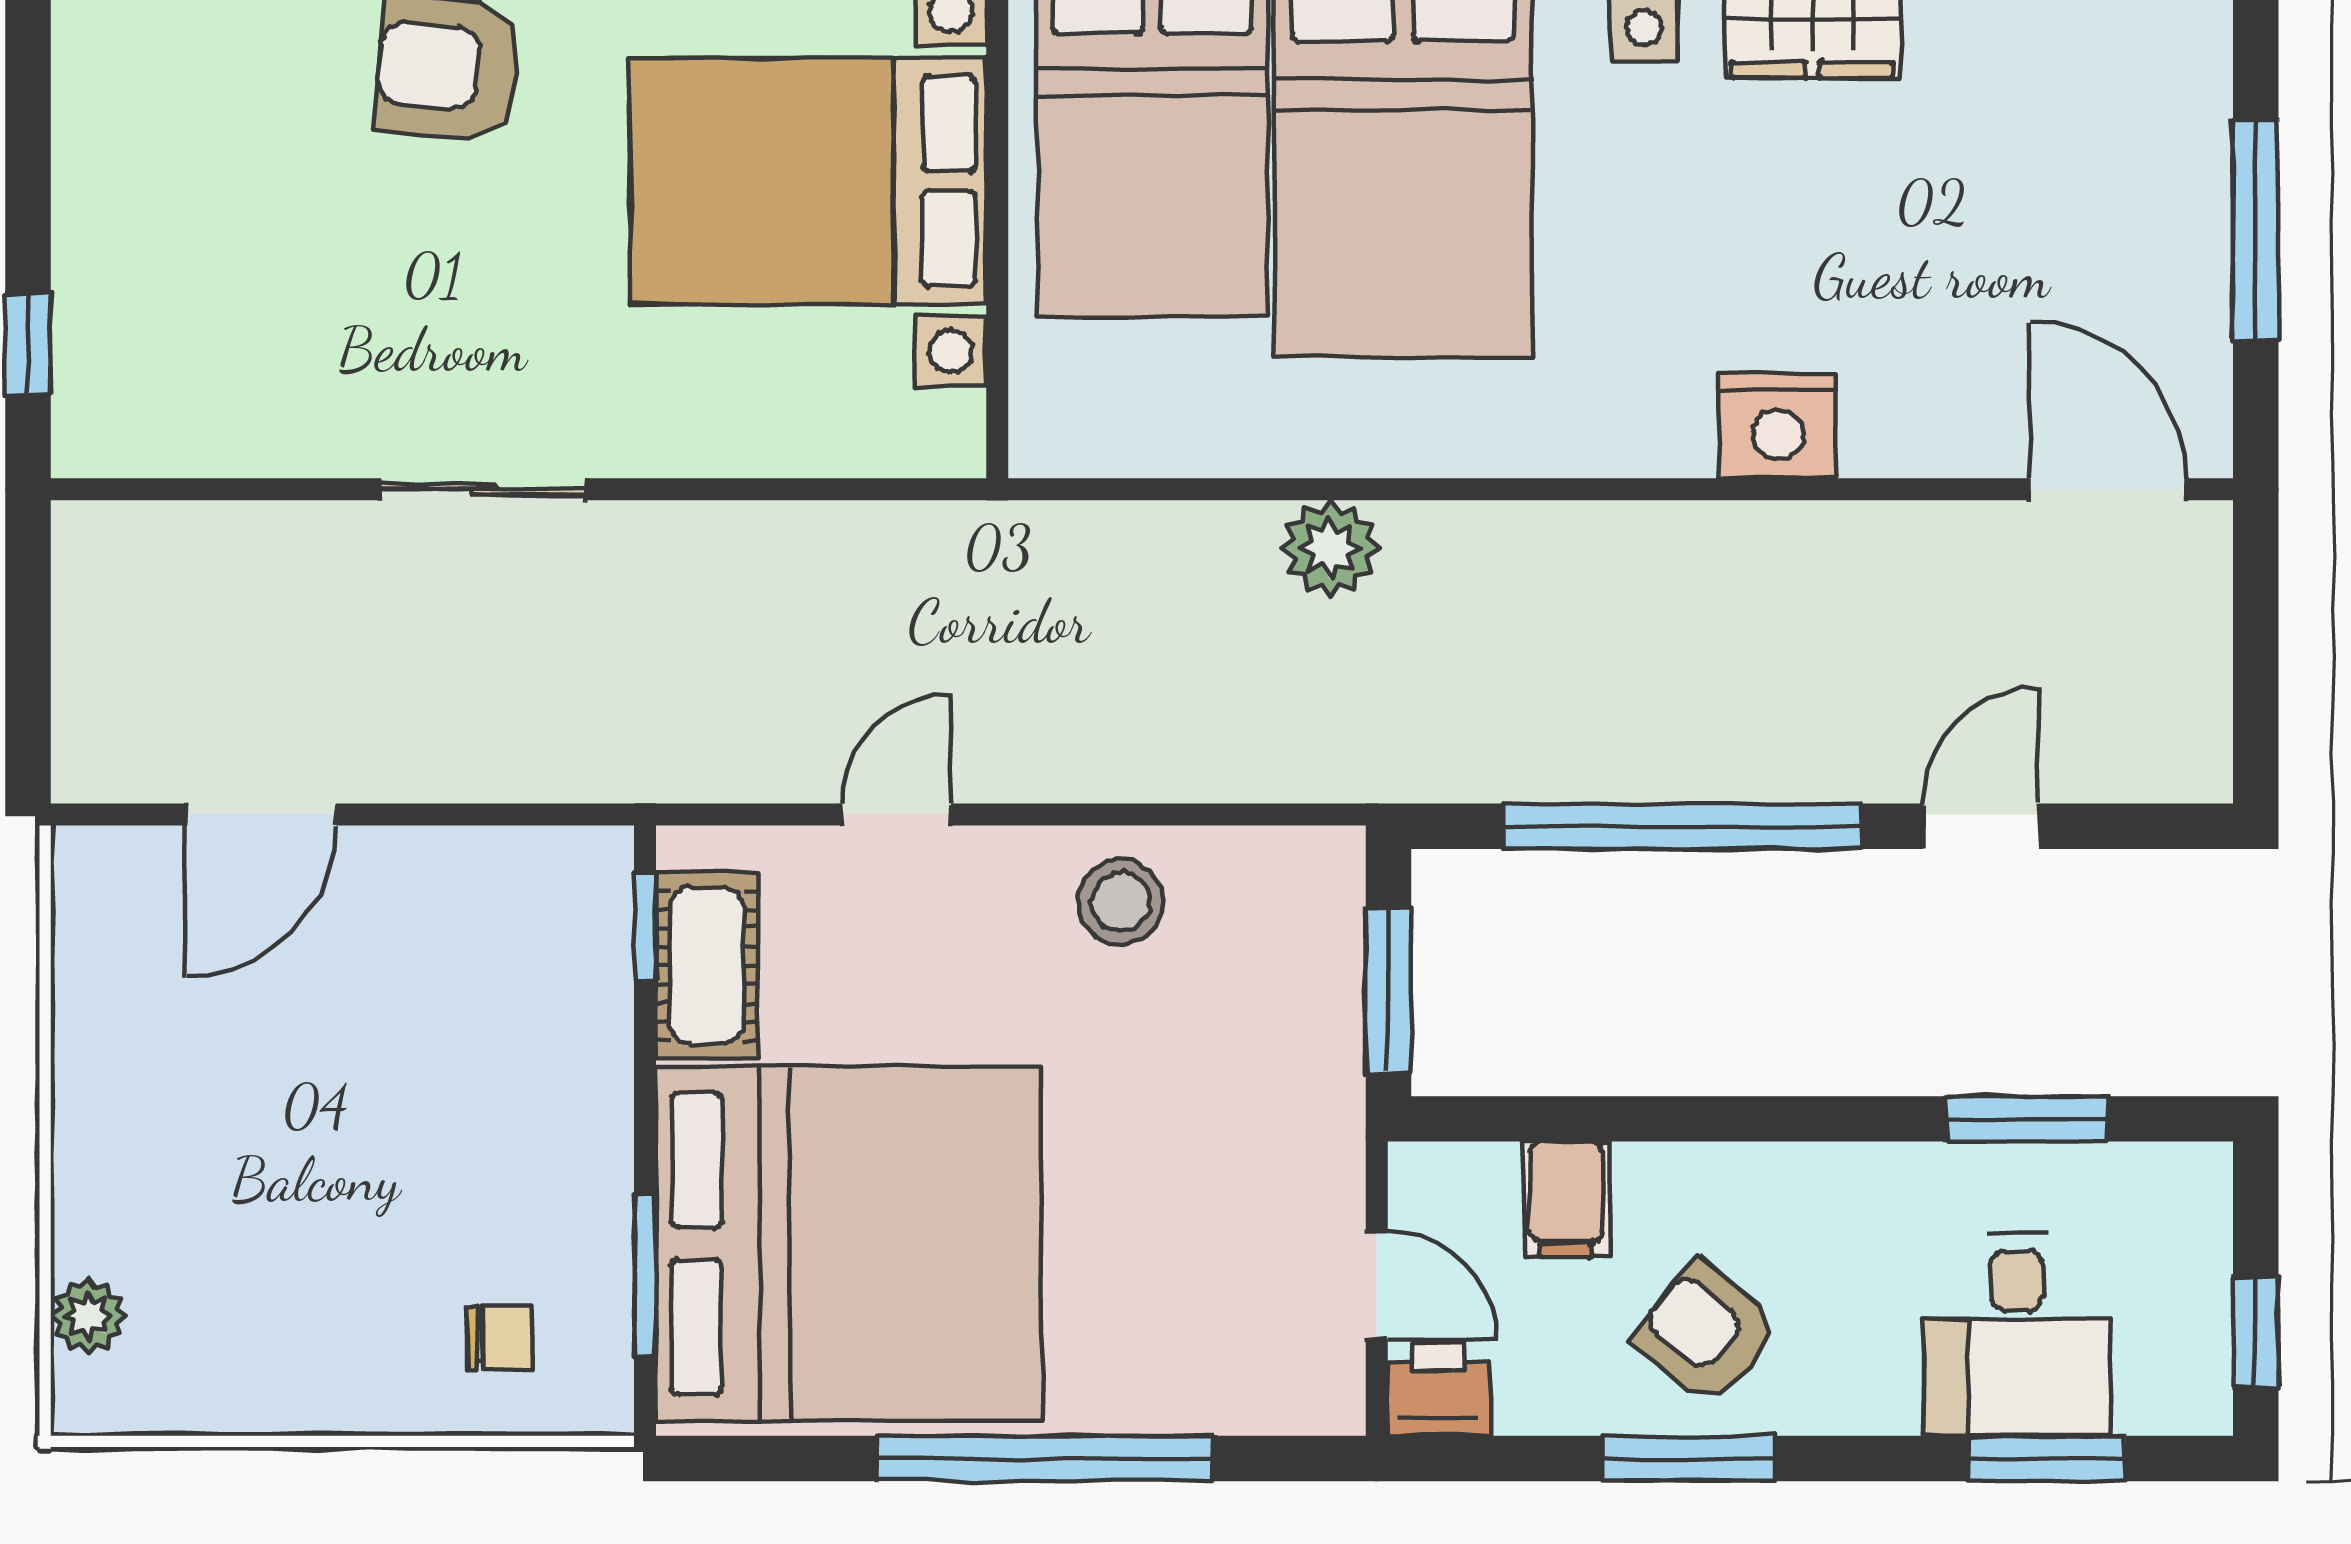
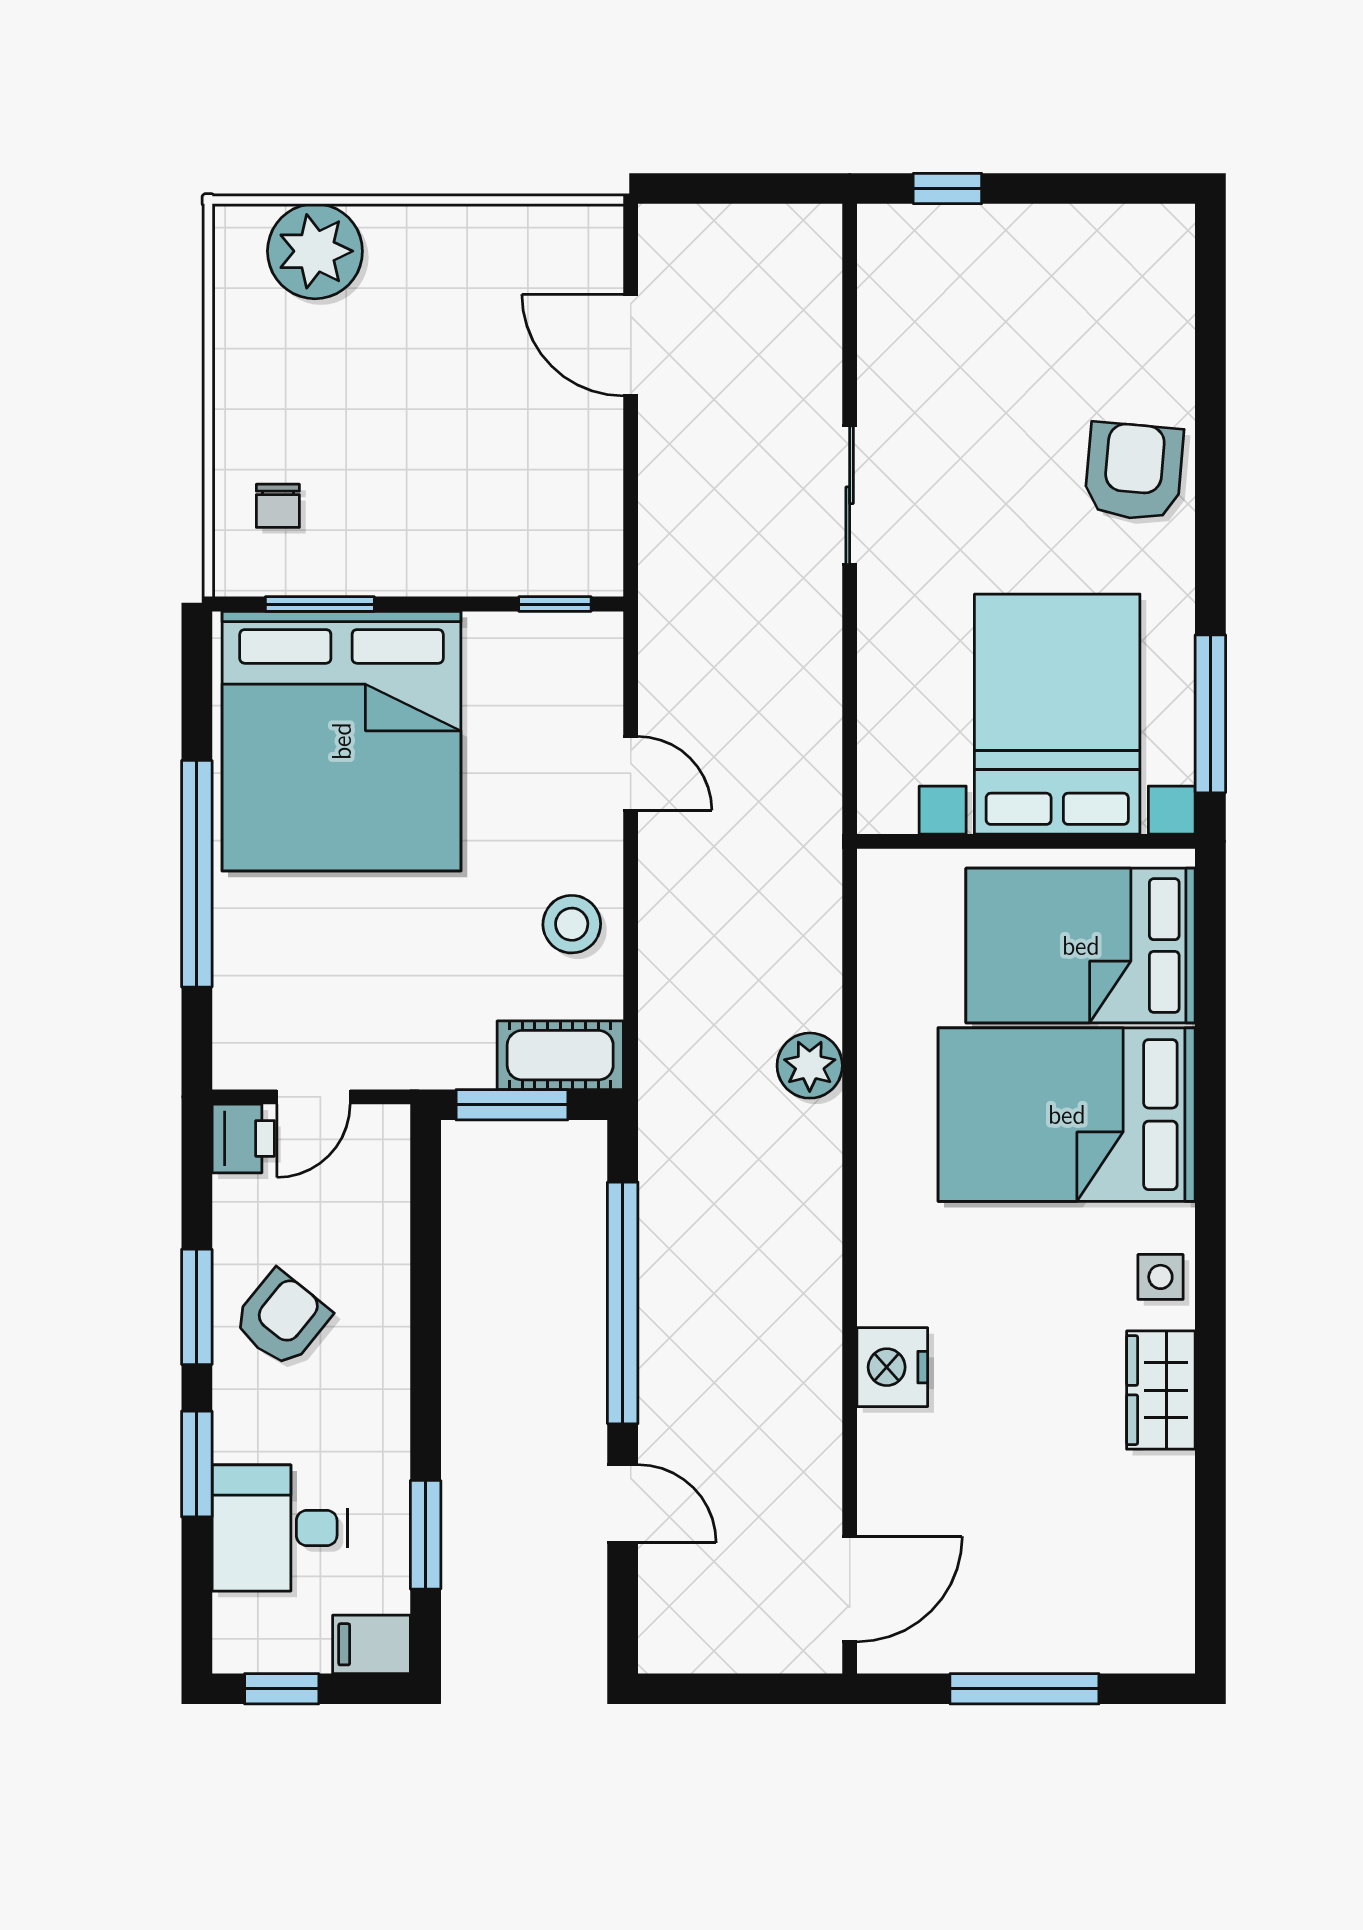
cot: (707, 965) -> (560, 1055), moved
filing cabinet: (1566, 1199) -> (371, 1644), moved
plant: (88, 1316) -> (315, 251), width x1.88, depth x1.88
window: (2047, 1459) -> (197, 1464), moved

